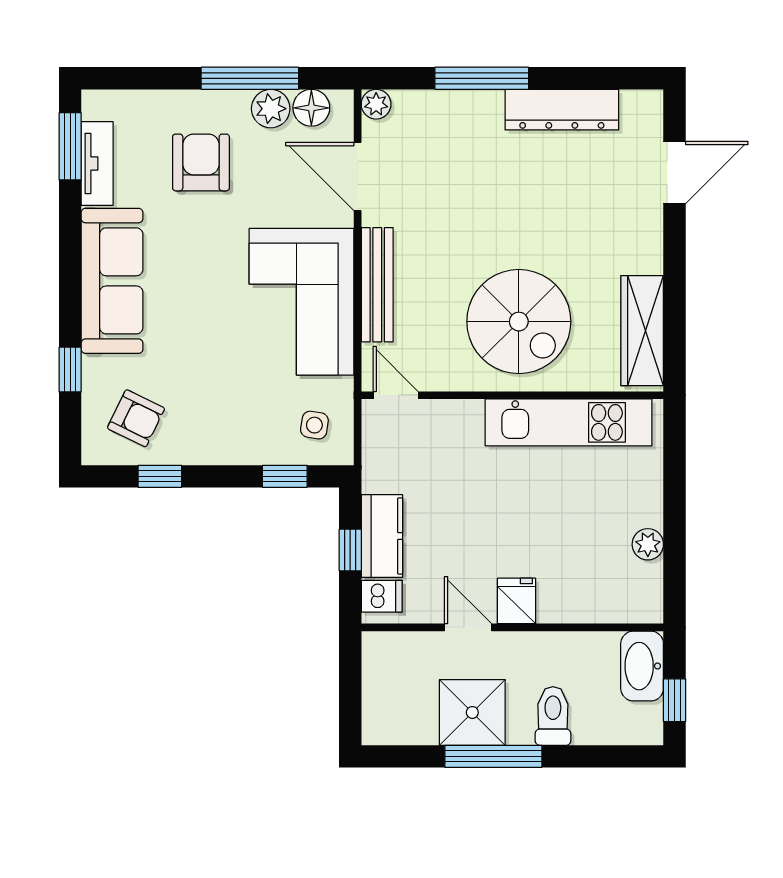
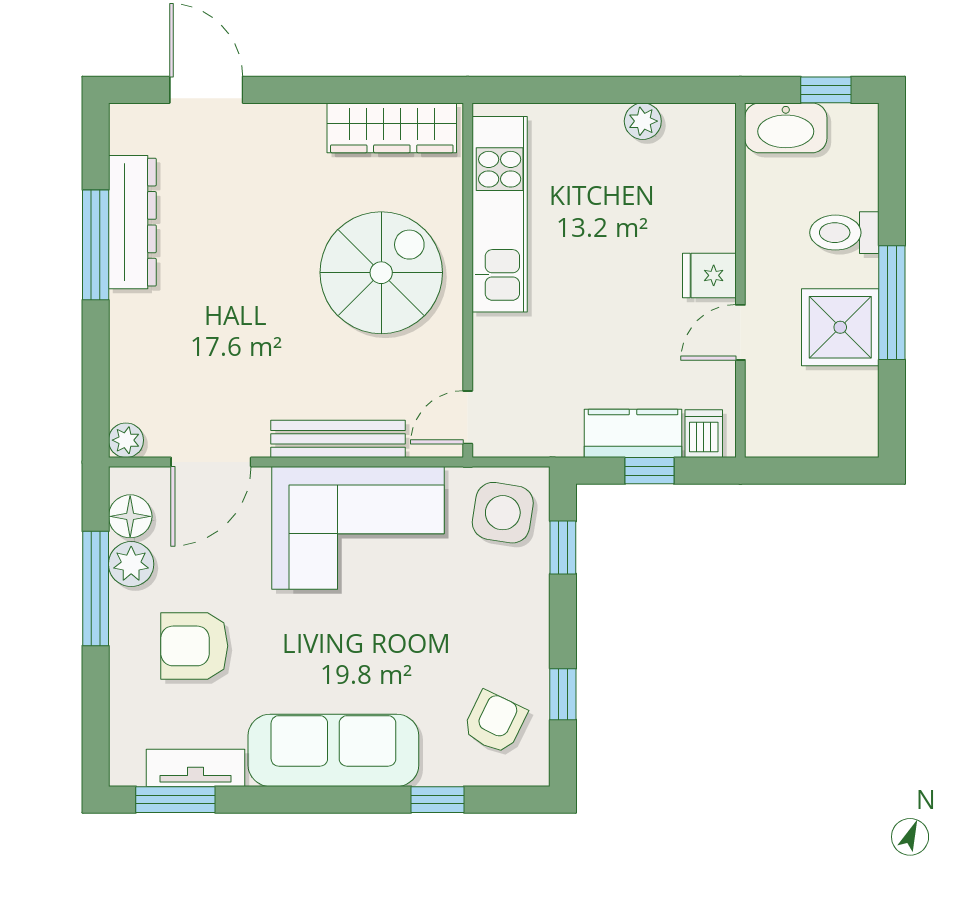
window: (482, 78) -> (96, 245), moved
side table: (314, 425) -> (503, 513), width x1.87, depth x1.87

